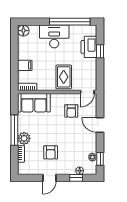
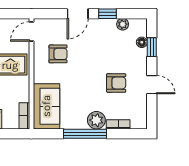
door: (87, 92) -> (31, 32), swing flipped
window: (100, 159) -> (107, 14), moved

